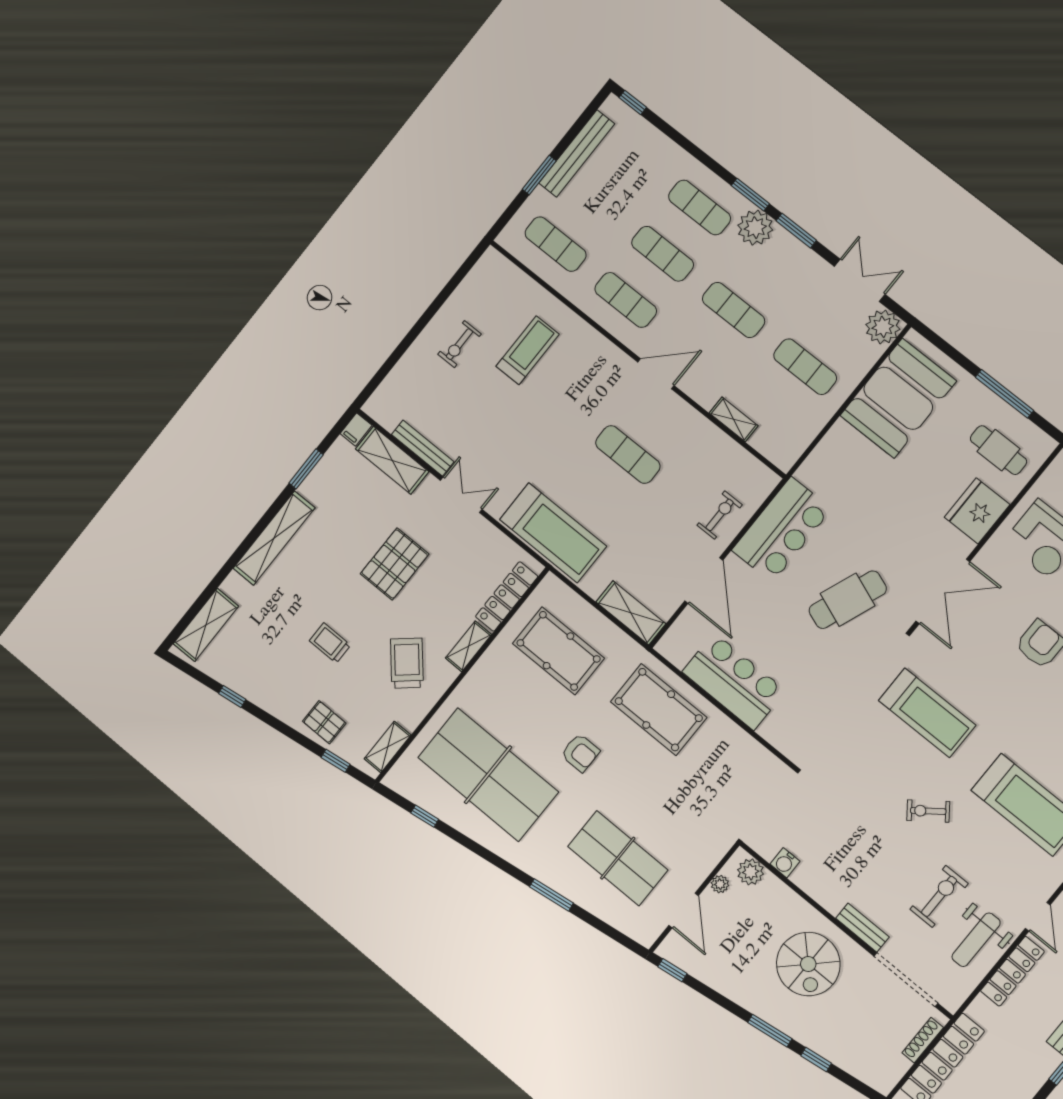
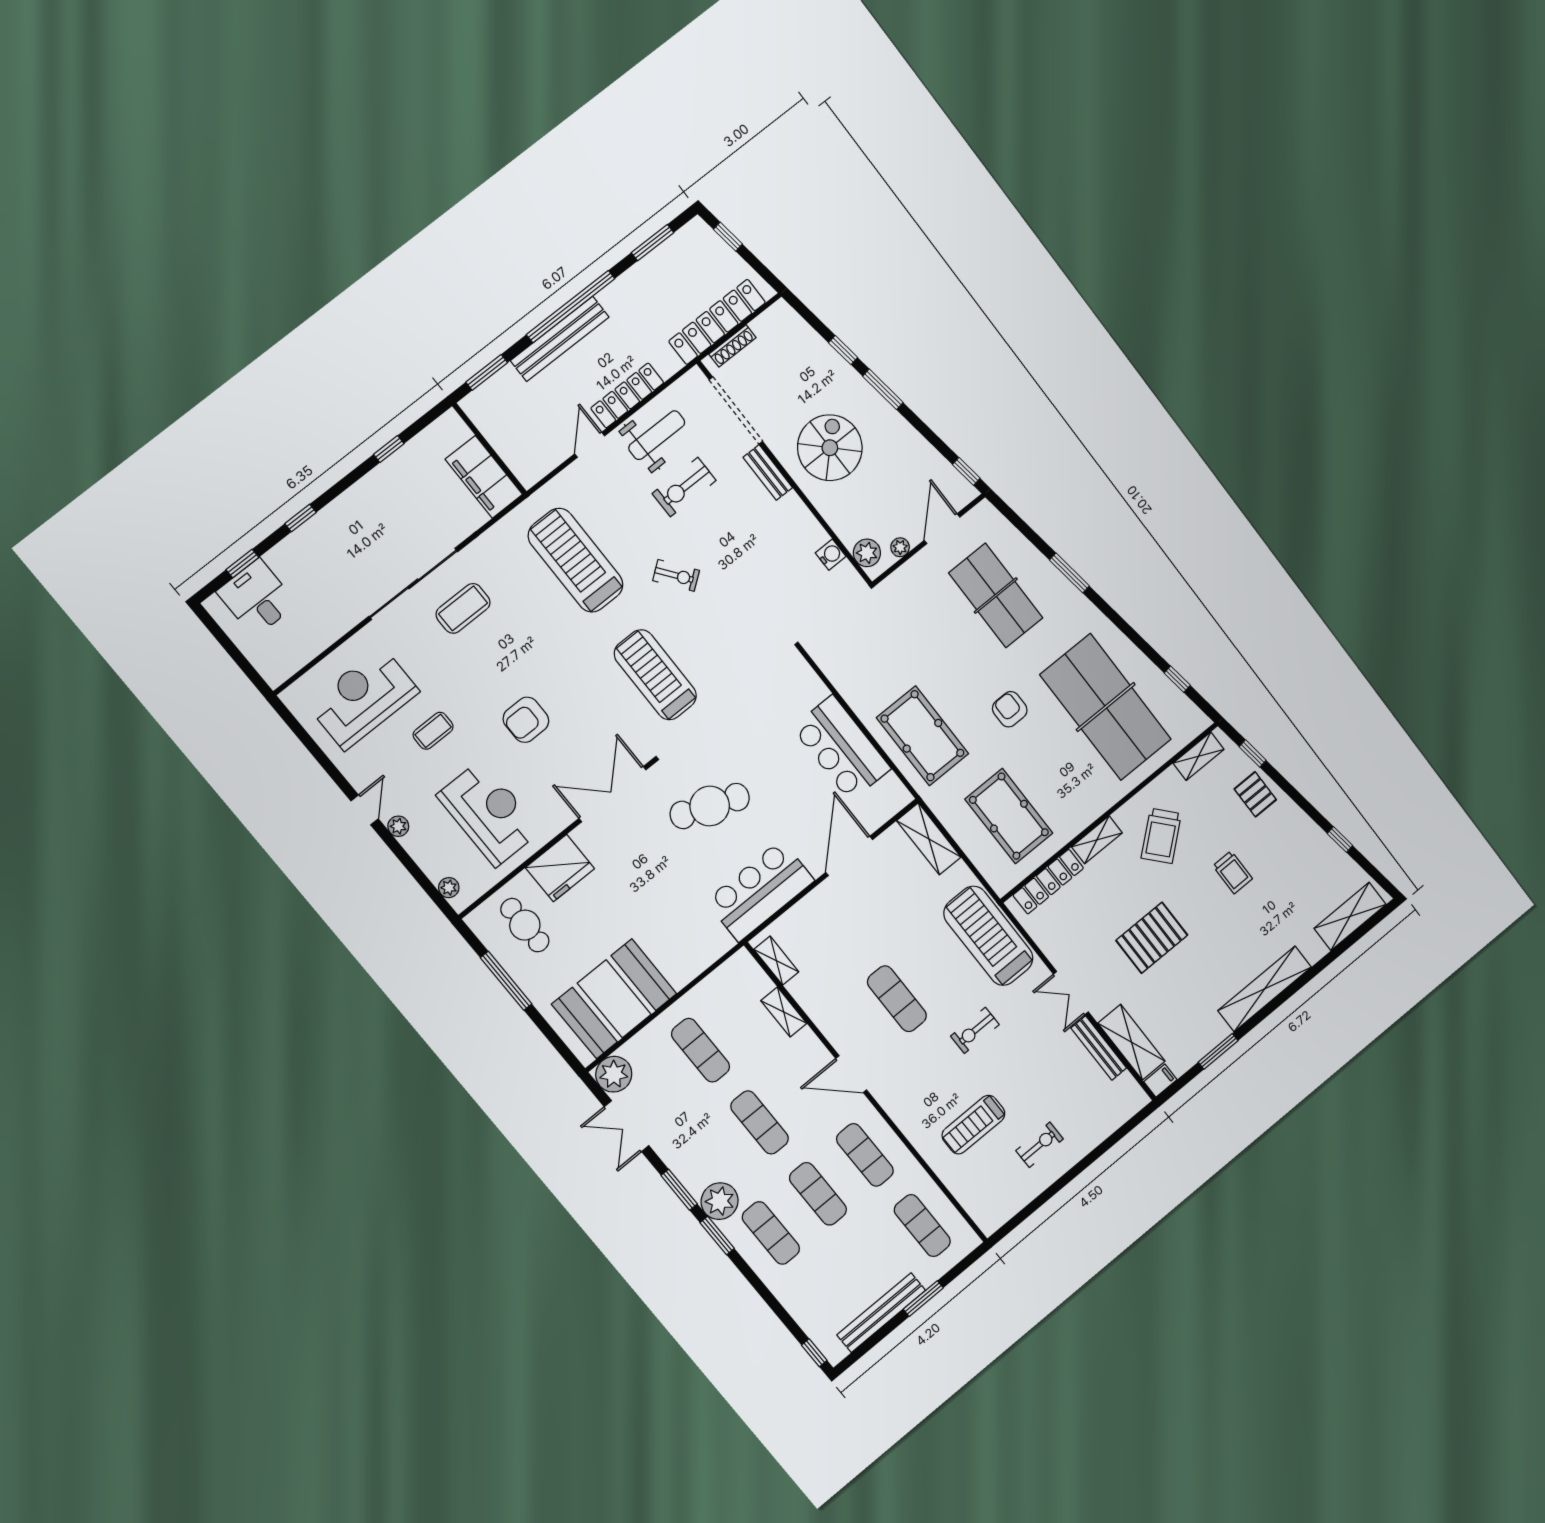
shelving: (752, 467) -> (776, 961), added
exercise bike: (720, 515) -> (975, 1030), moved

